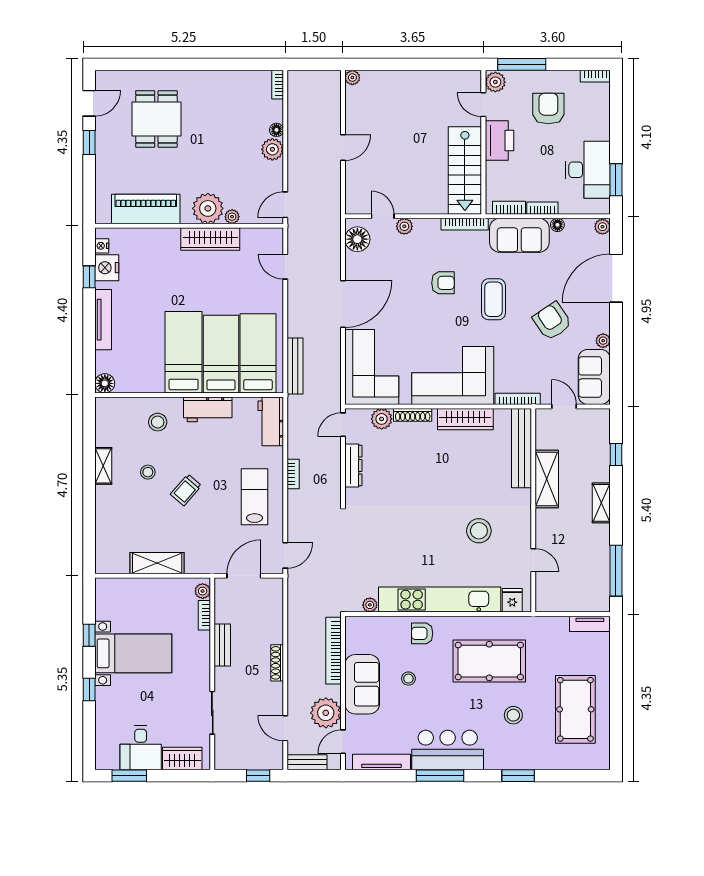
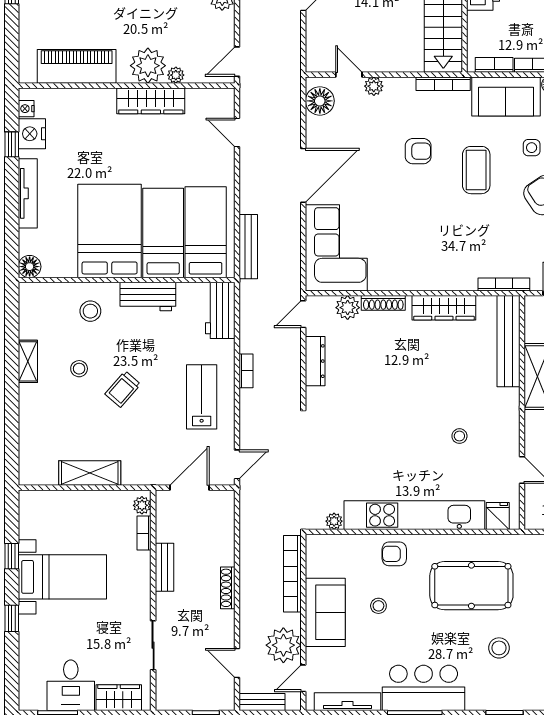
side table: (542, 280) -> (532, 148), added
bed: (184, 352) -> (110, 231), width x1.50
corner sofa: (453, 375) -> (429, 258), removed
stool: (479, 531) -> (459, 436), width x0.53, depth x0.53

